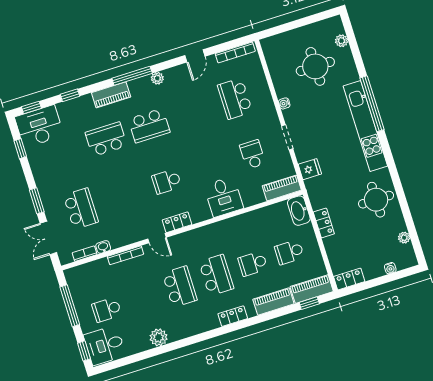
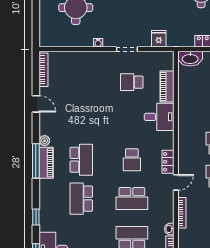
piano: (111, 95) -> (46, 163), moved
school desk: (235, 99) -> (132, 199), moved
piano: (282, 188) -> (167, 86), moved

